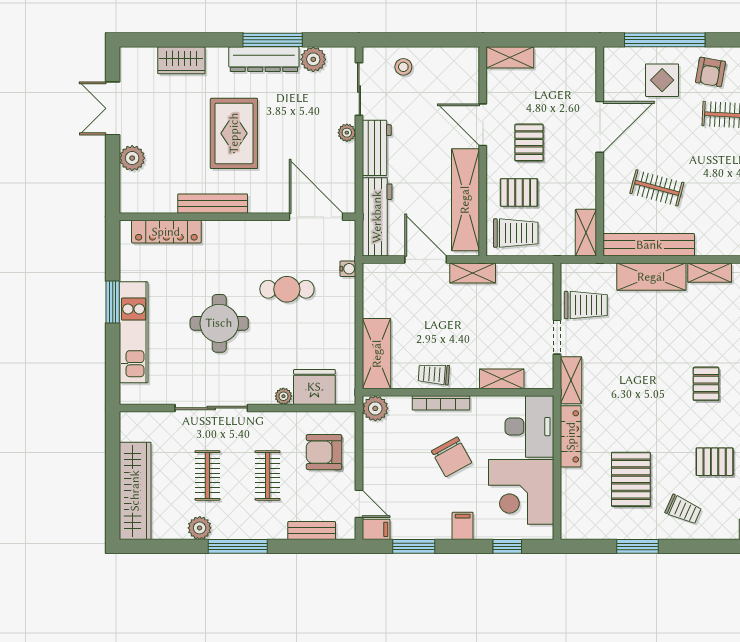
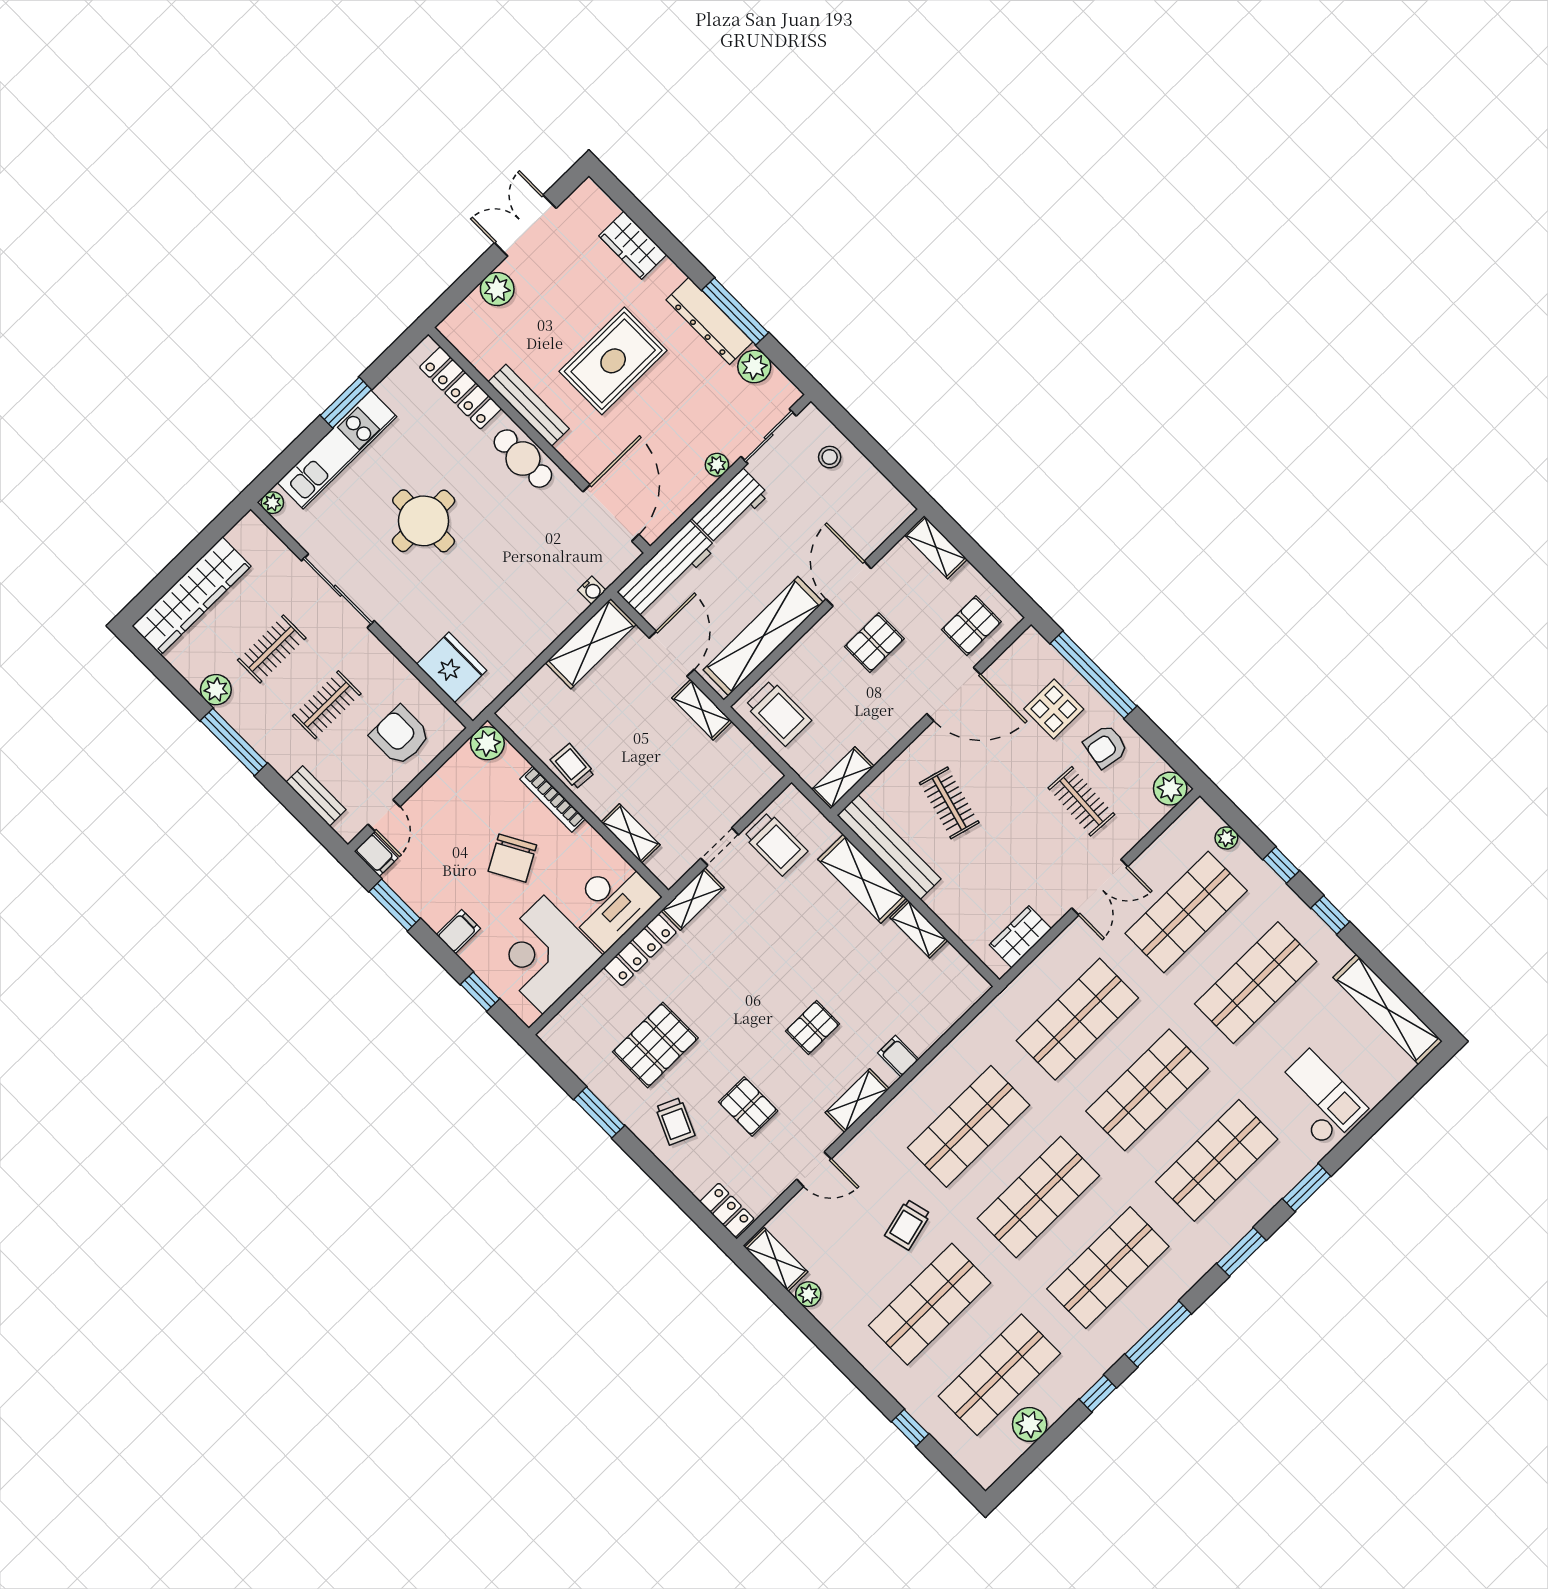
pallet: (519, 192) -> (971, 626), moved, turned 90
cafe table: (287, 289) -> (523, 459), moved
shelving: (377, 354) -> (591, 644), moved
plant: (283, 396) -> (272, 503), moved

